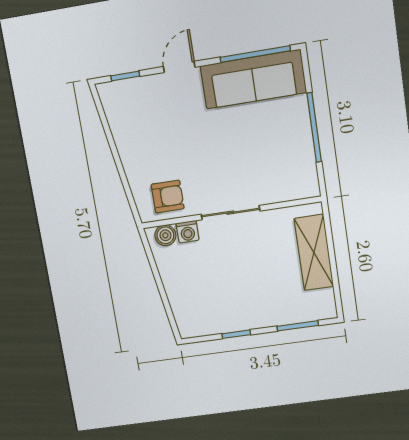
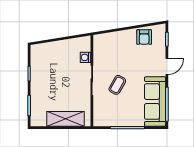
door: (179, 67) -> (167, 67), hinge flipped
coffee table: (232, 161) -> (117, 85), added
armchair: (168, 197) -> (144, 37), moved
boiler: (165, 235) -> (85, 46), removed

